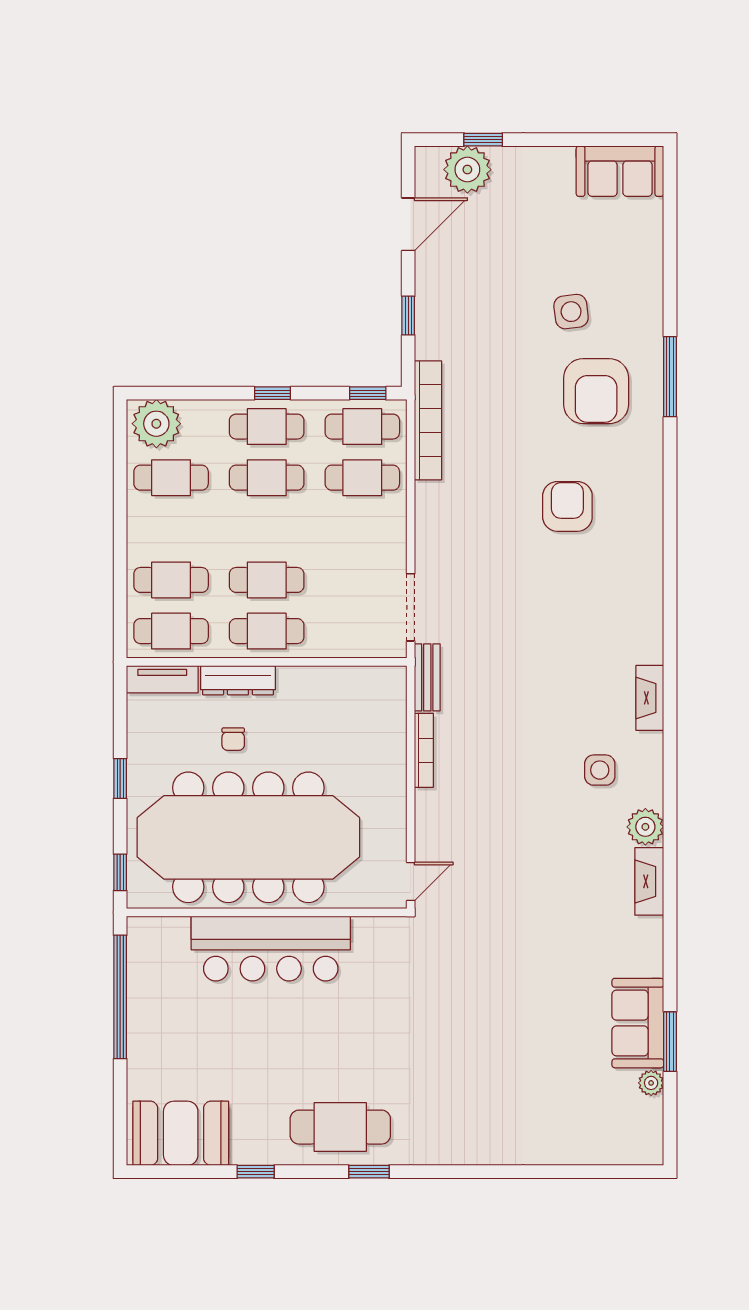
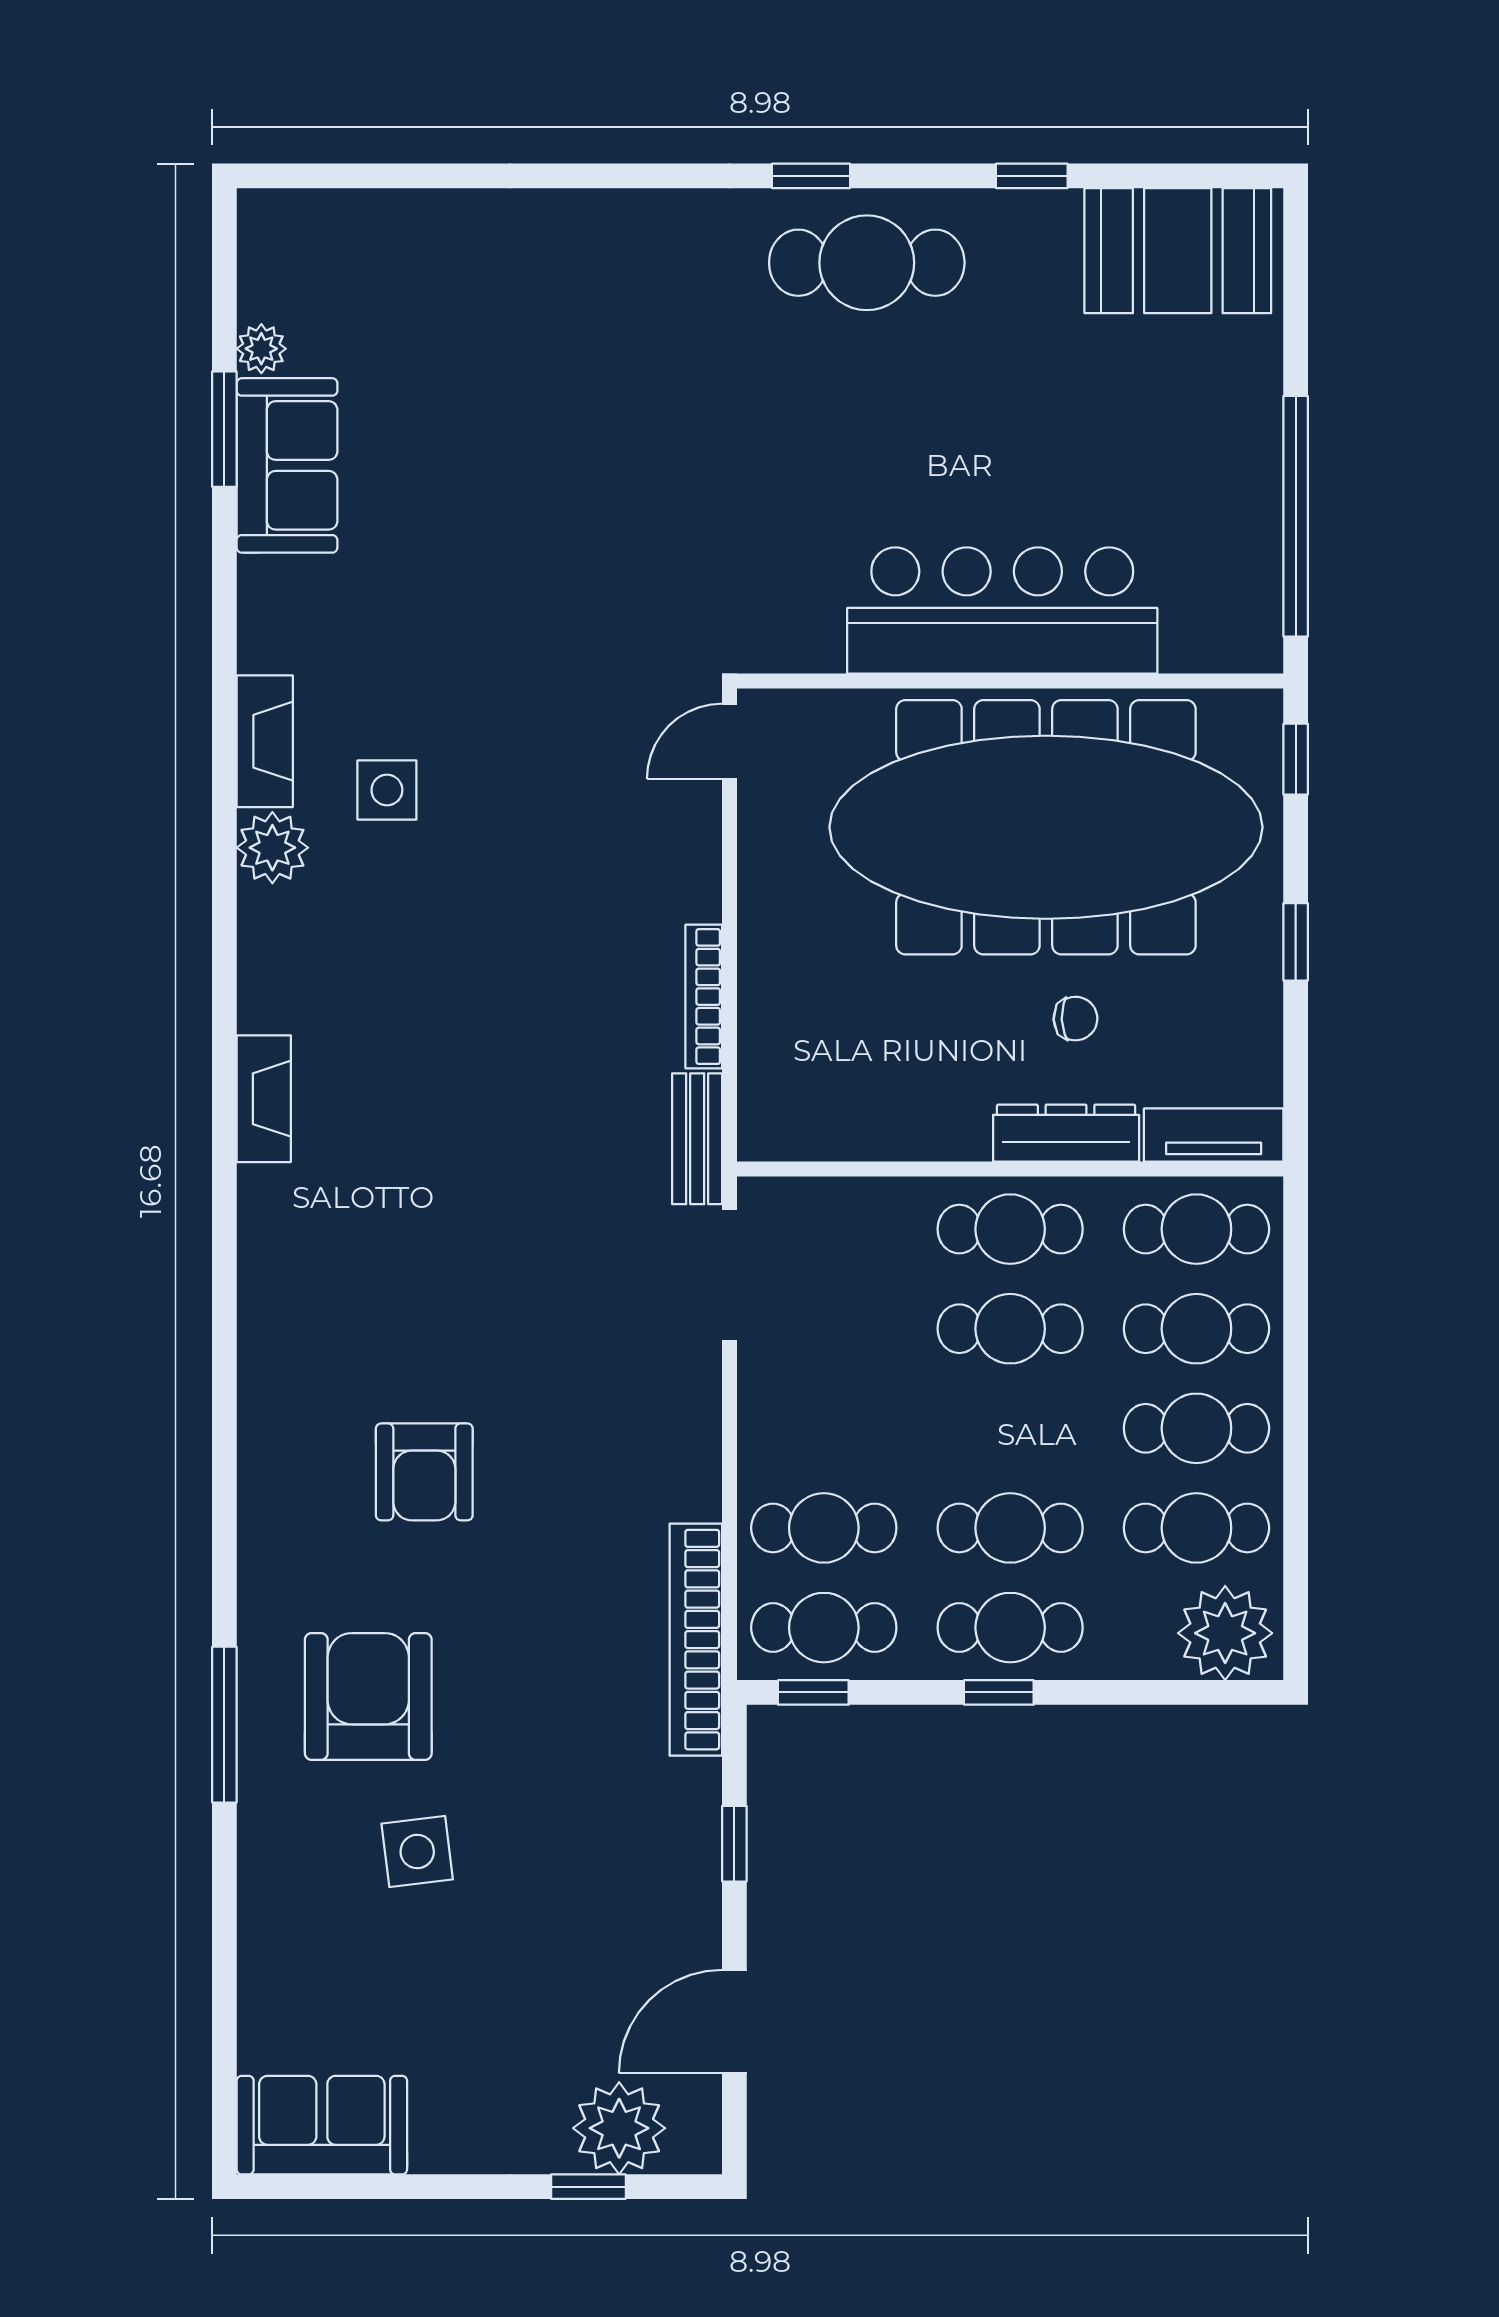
cafe table: (171, 529) -> (1196, 1428), added
chair: (233, 739) -> (1075, 1019), turned 88
side table: (600, 770) -> (387, 790), moved

